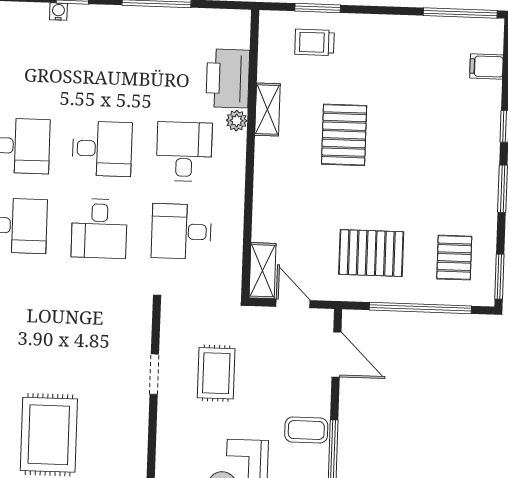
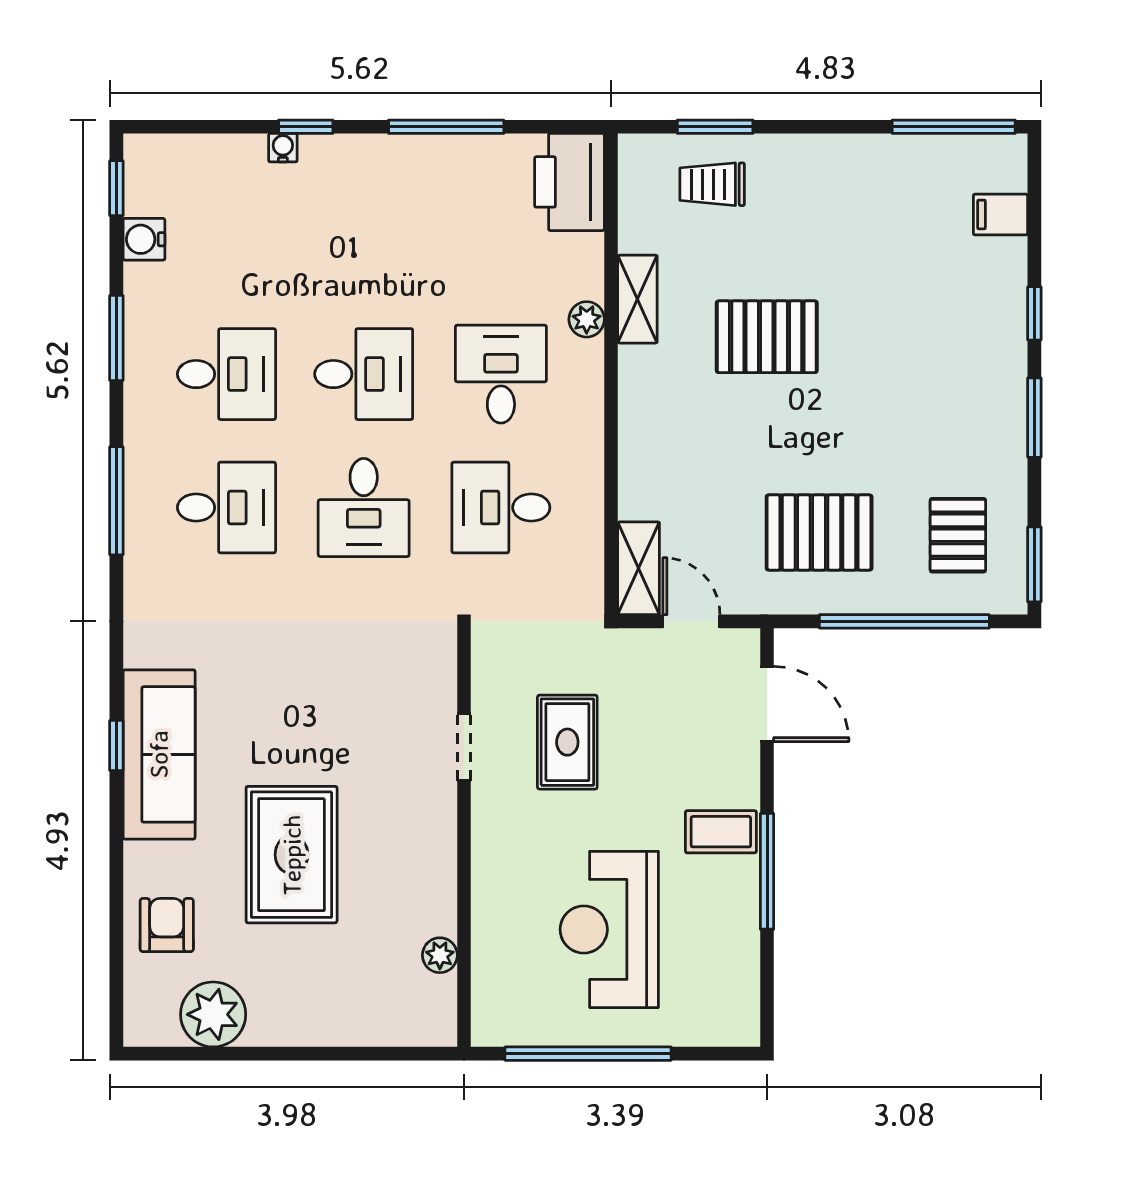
printer: (228, 78) -> (569, 182), moved
pallet: (344, 135) -> (767, 337), turned 90

